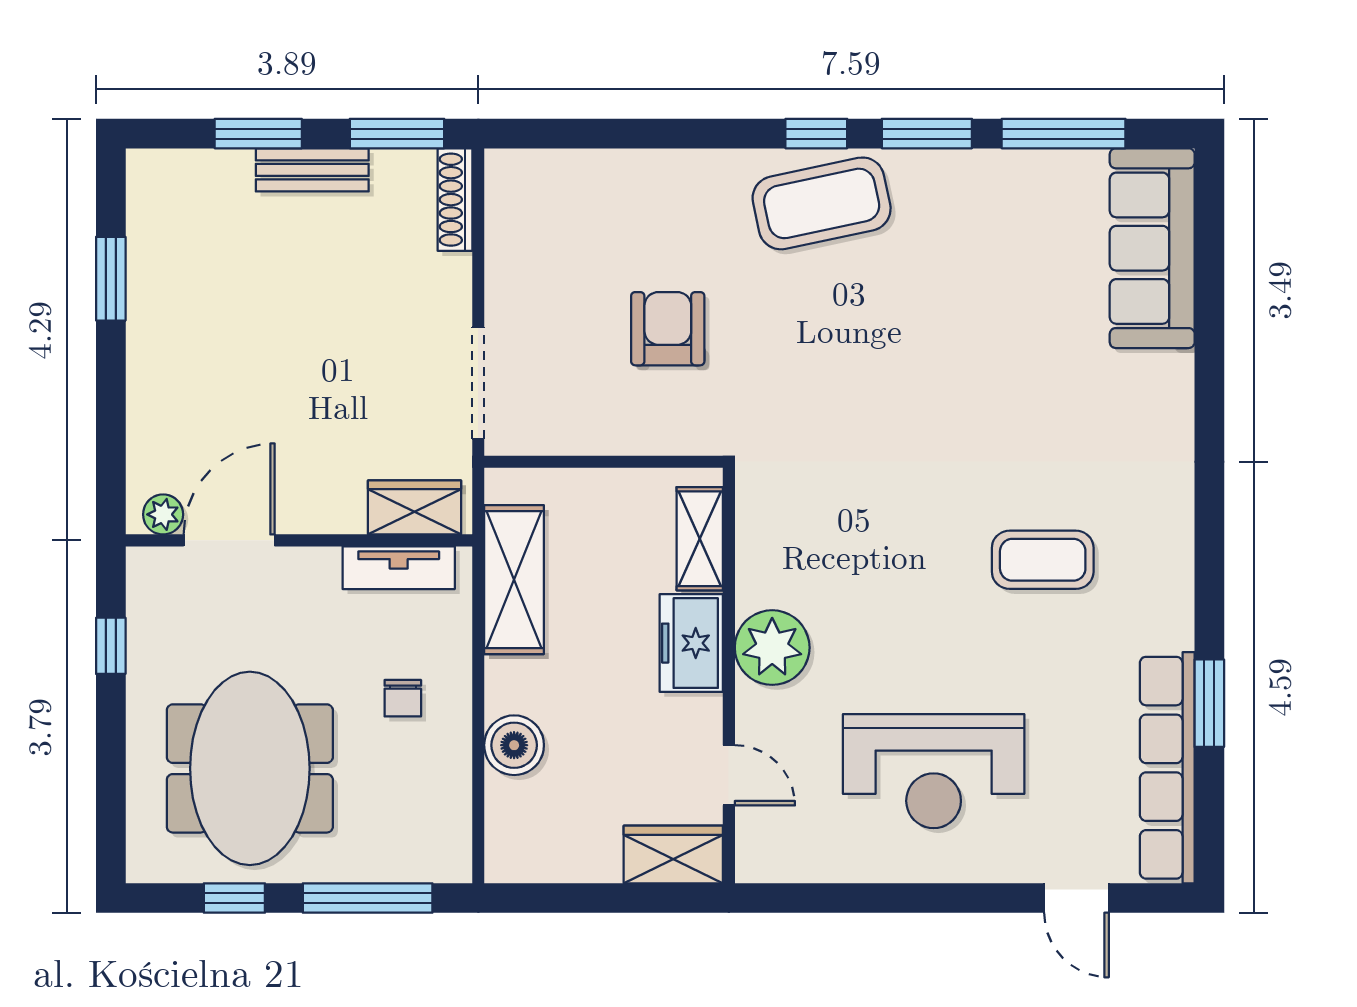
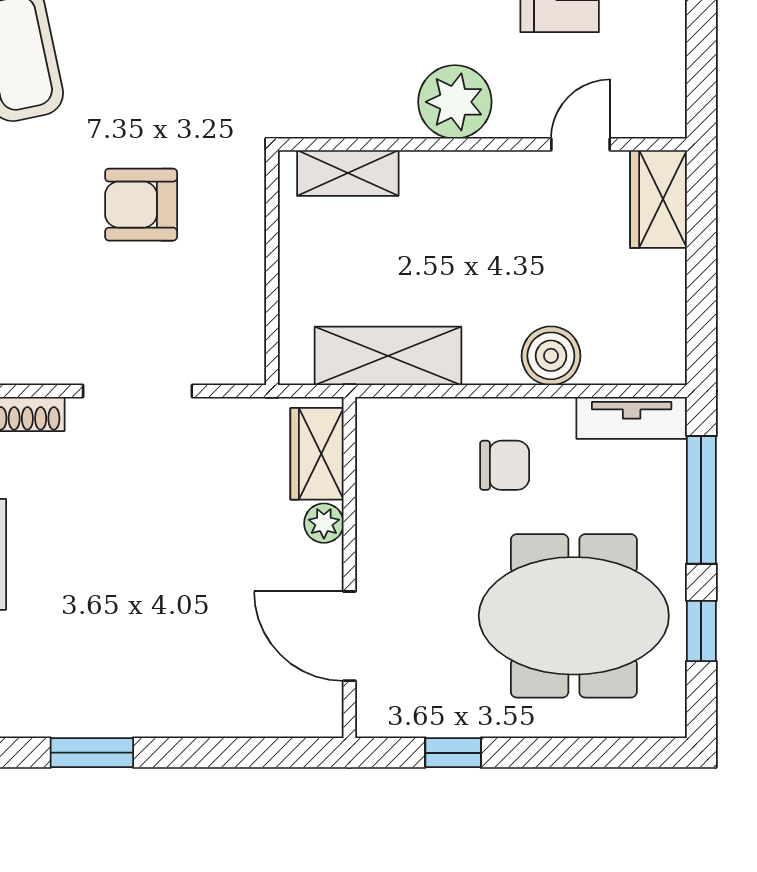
doorway: (478, 383) -> (138, 391), moved
plant: (163, 514) -> (324, 523), moved
tv unit: (399, 568) -> (632, 418), moved, turned 90
freezer: (691, 643) -> (450, 181), removed
chair: (403, 698) -> (505, 465), width x1.37, depth x1.37

